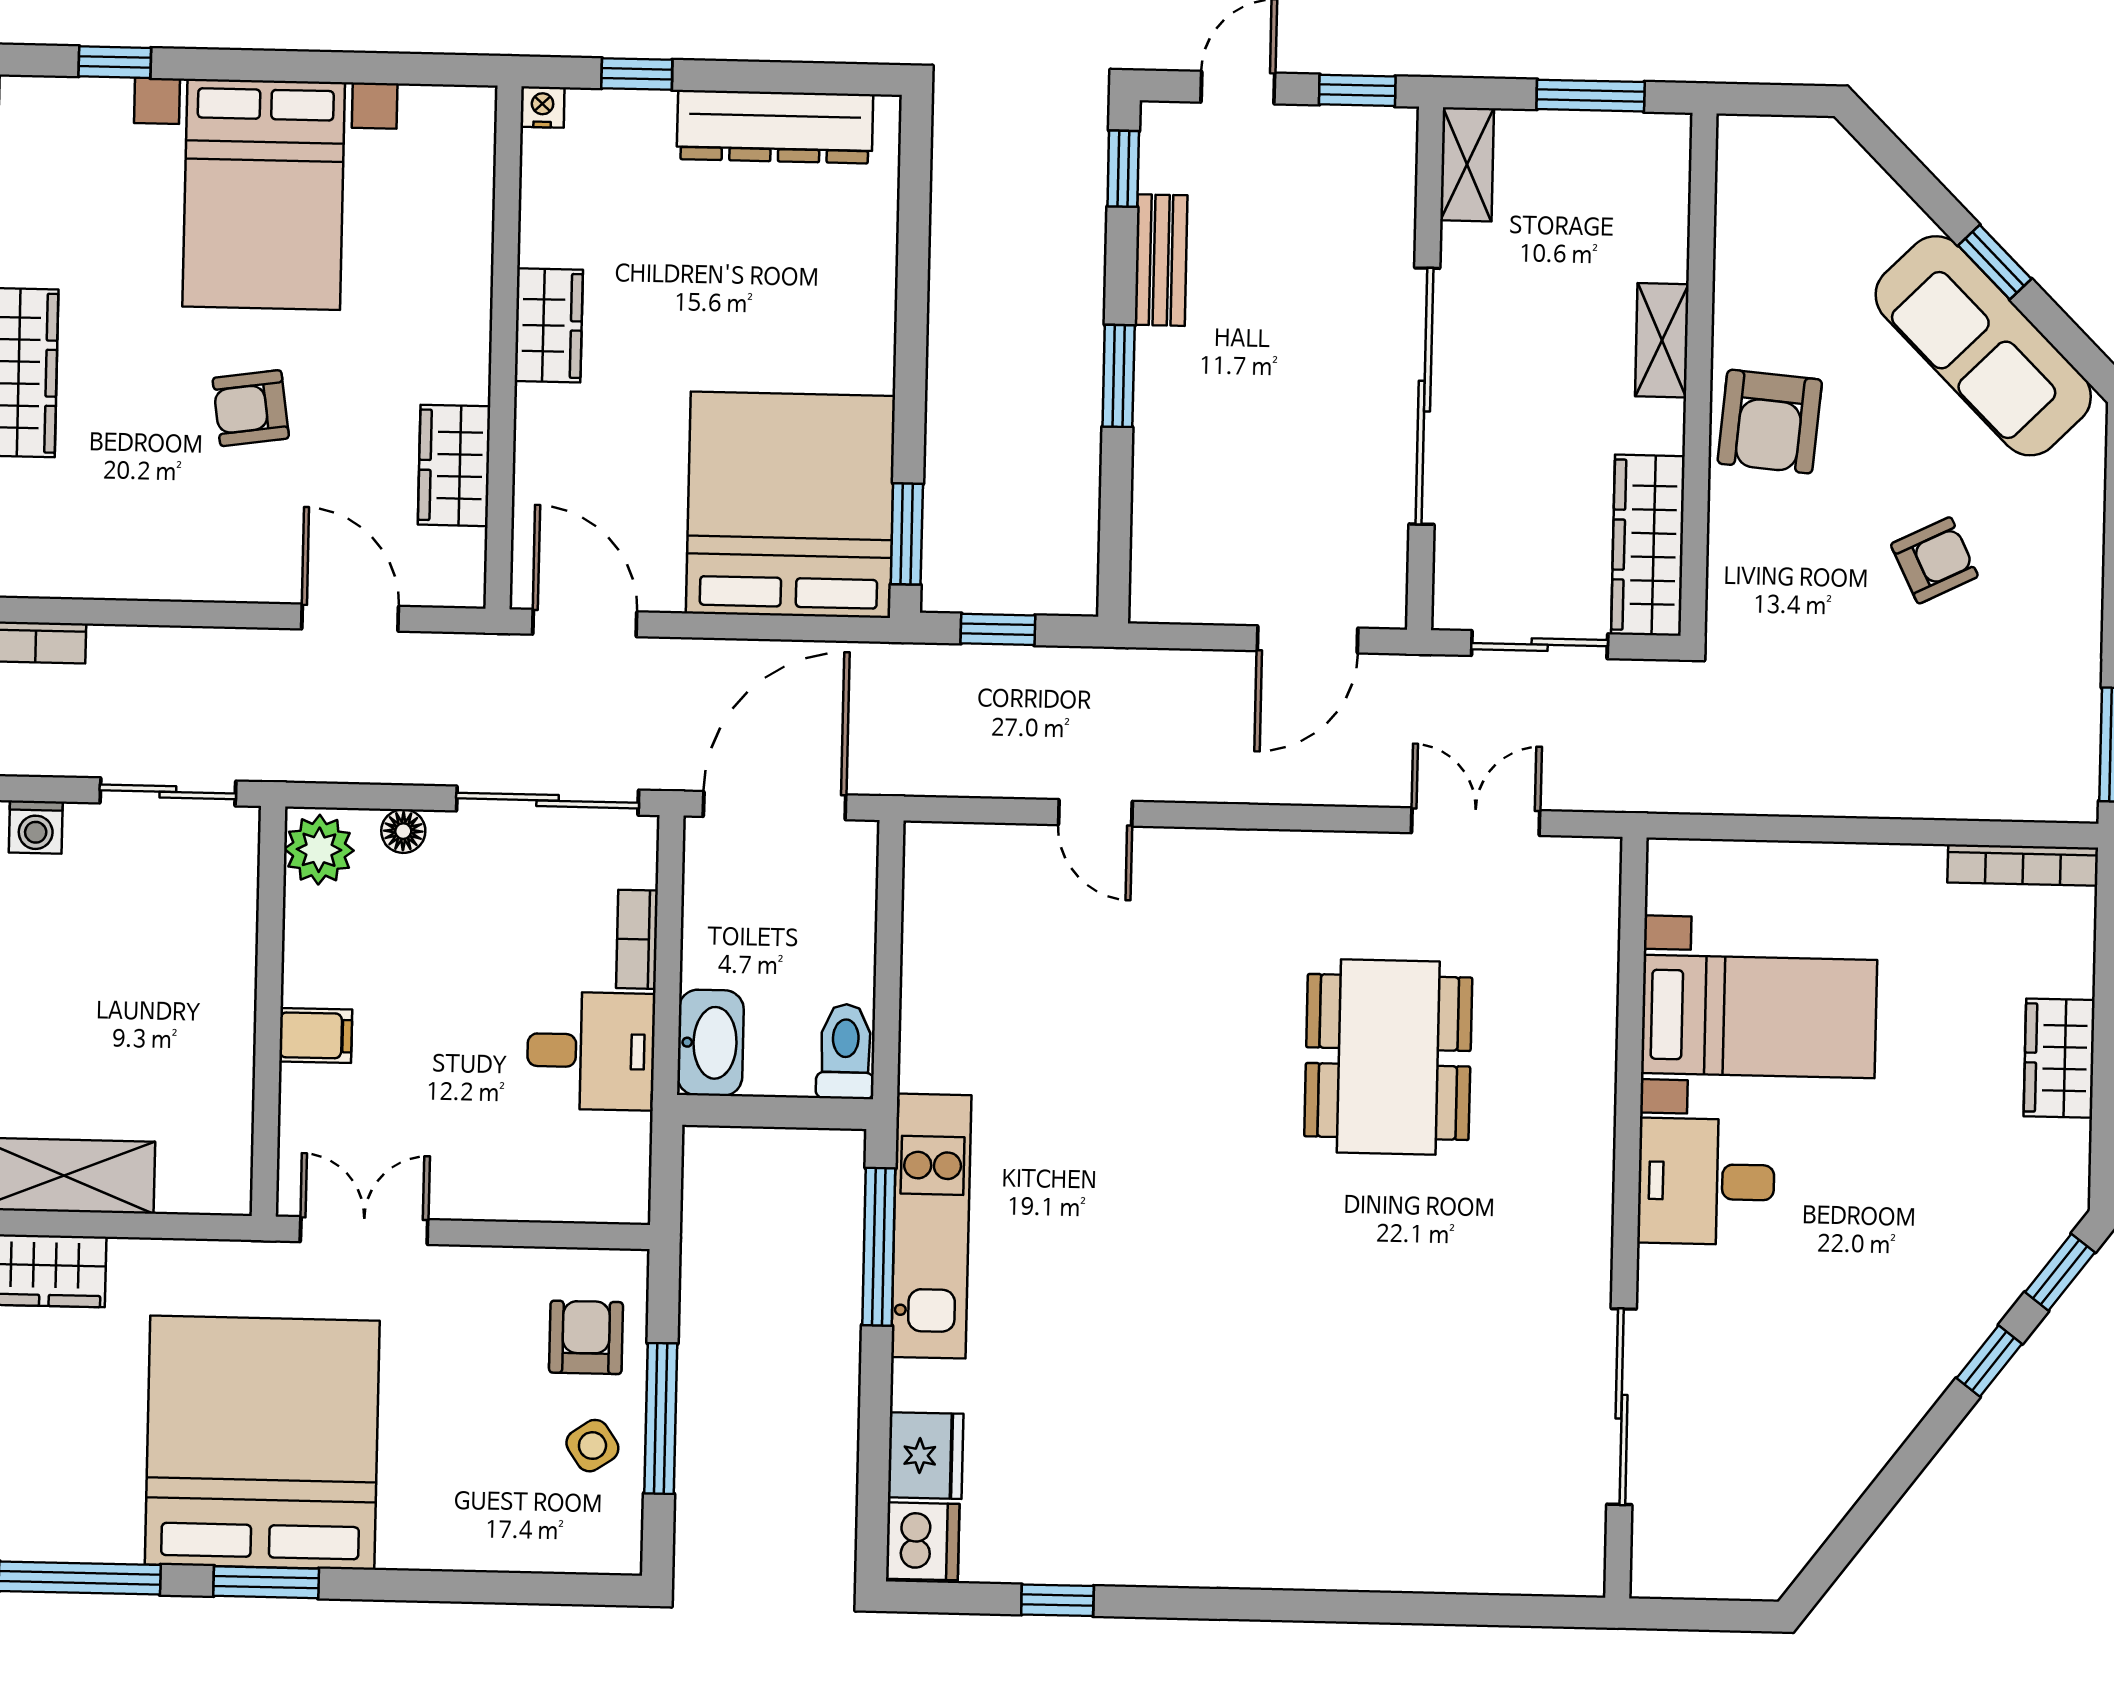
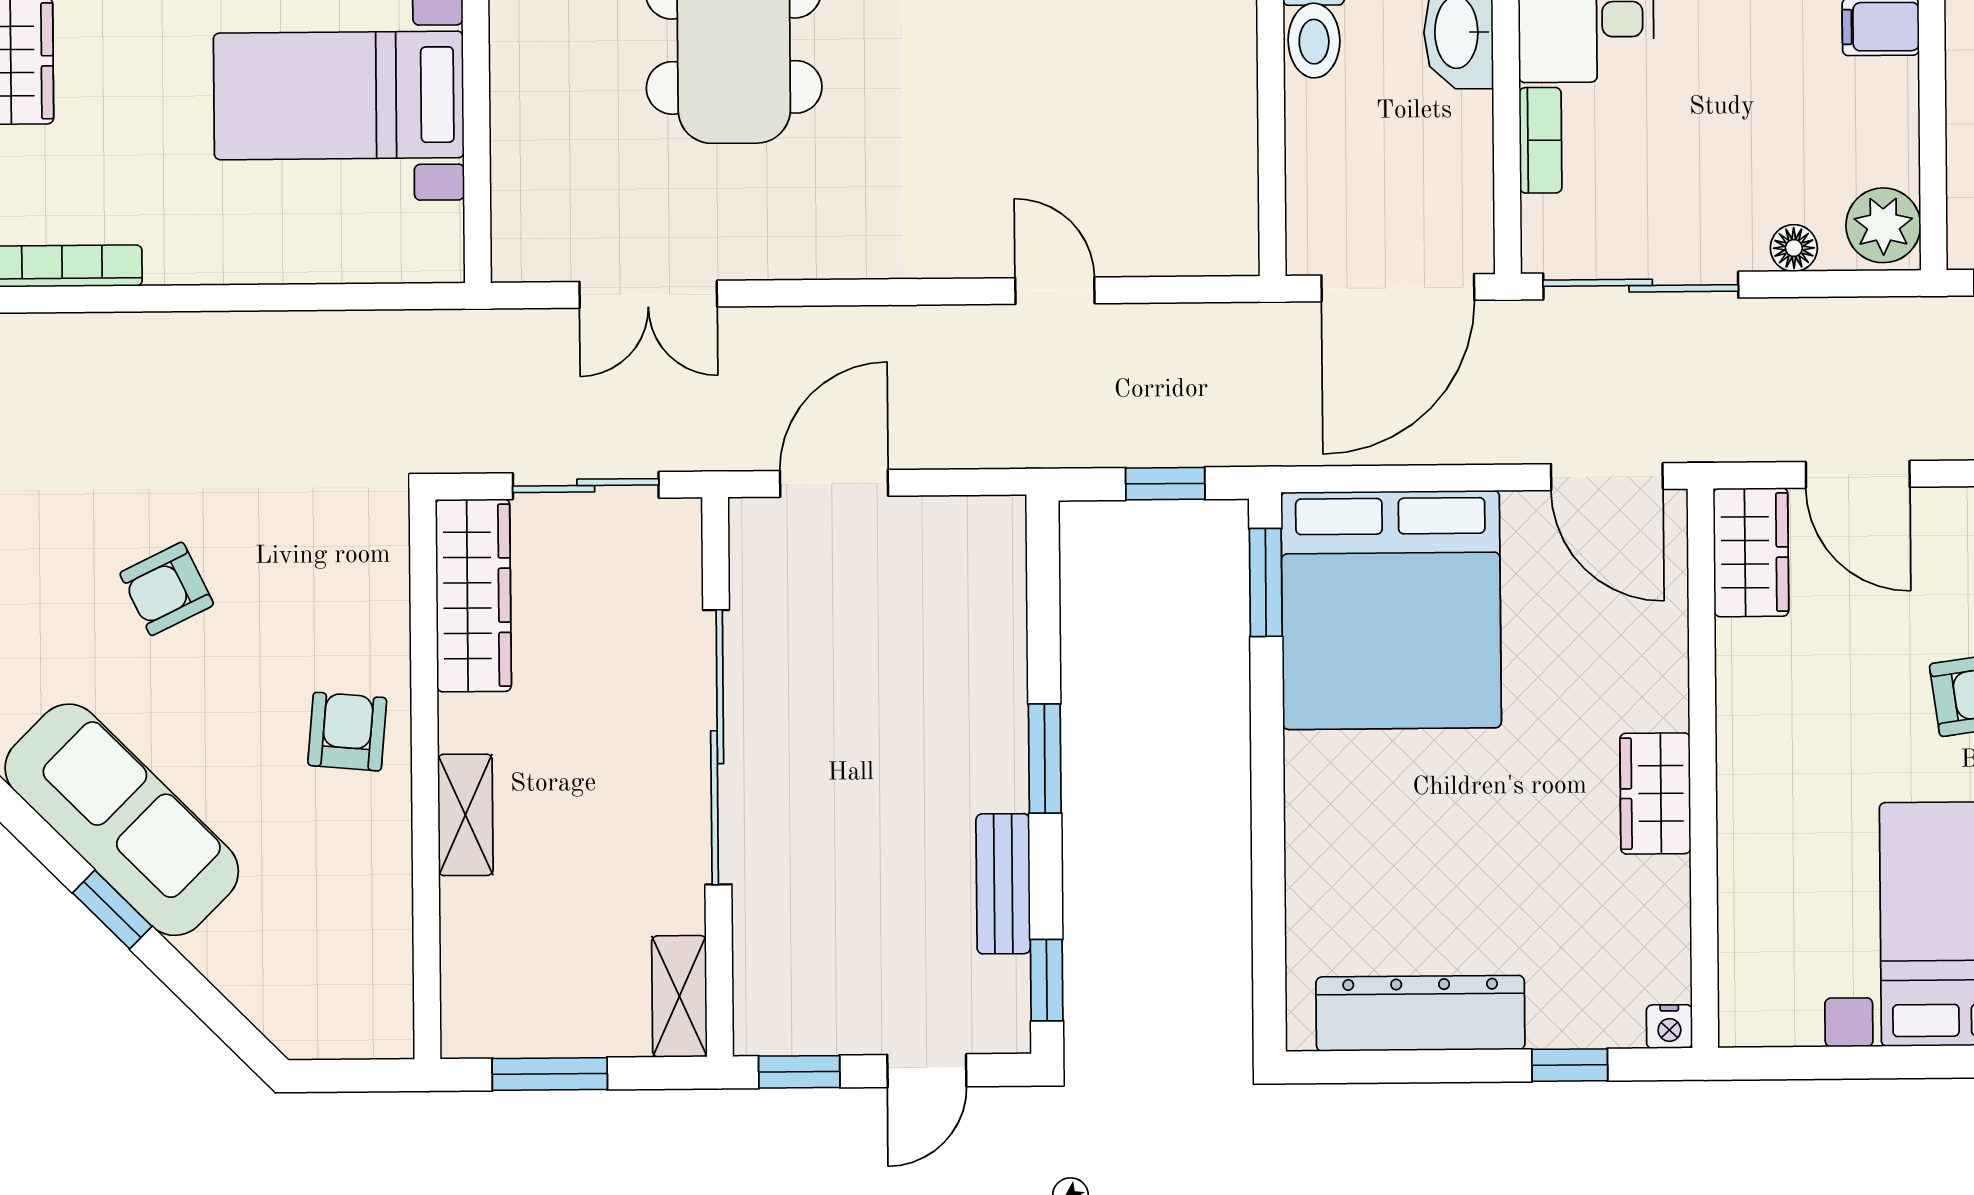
armchair: (1770, 422) -> (347, 732), width x0.72, depth x0.72
wardrobe: (454, 465) -> (1751, 552), moved

